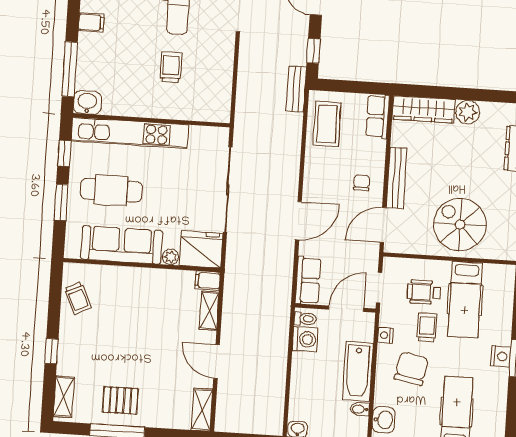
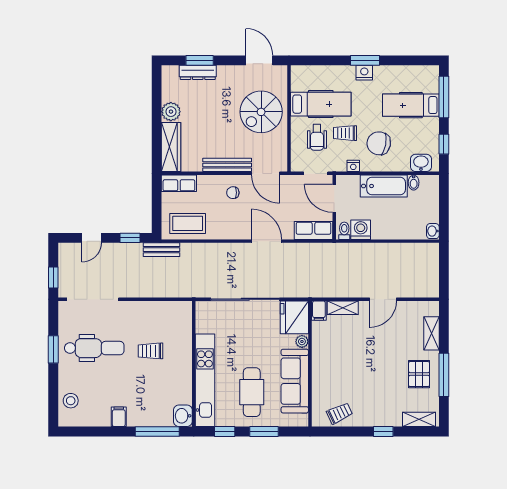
shelving: (202, 410) -> (431, 333), moved, turned 90

